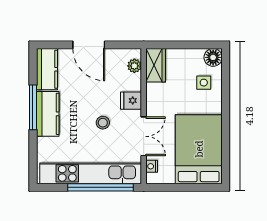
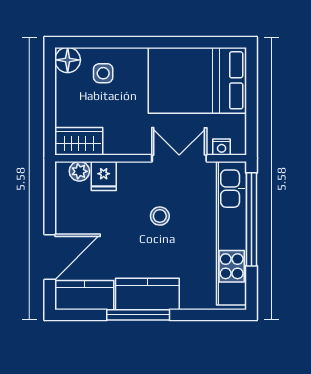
door: (89, 45) -> (50, 257), moved
fridge: (131, 101) -> (104, 176), moved

